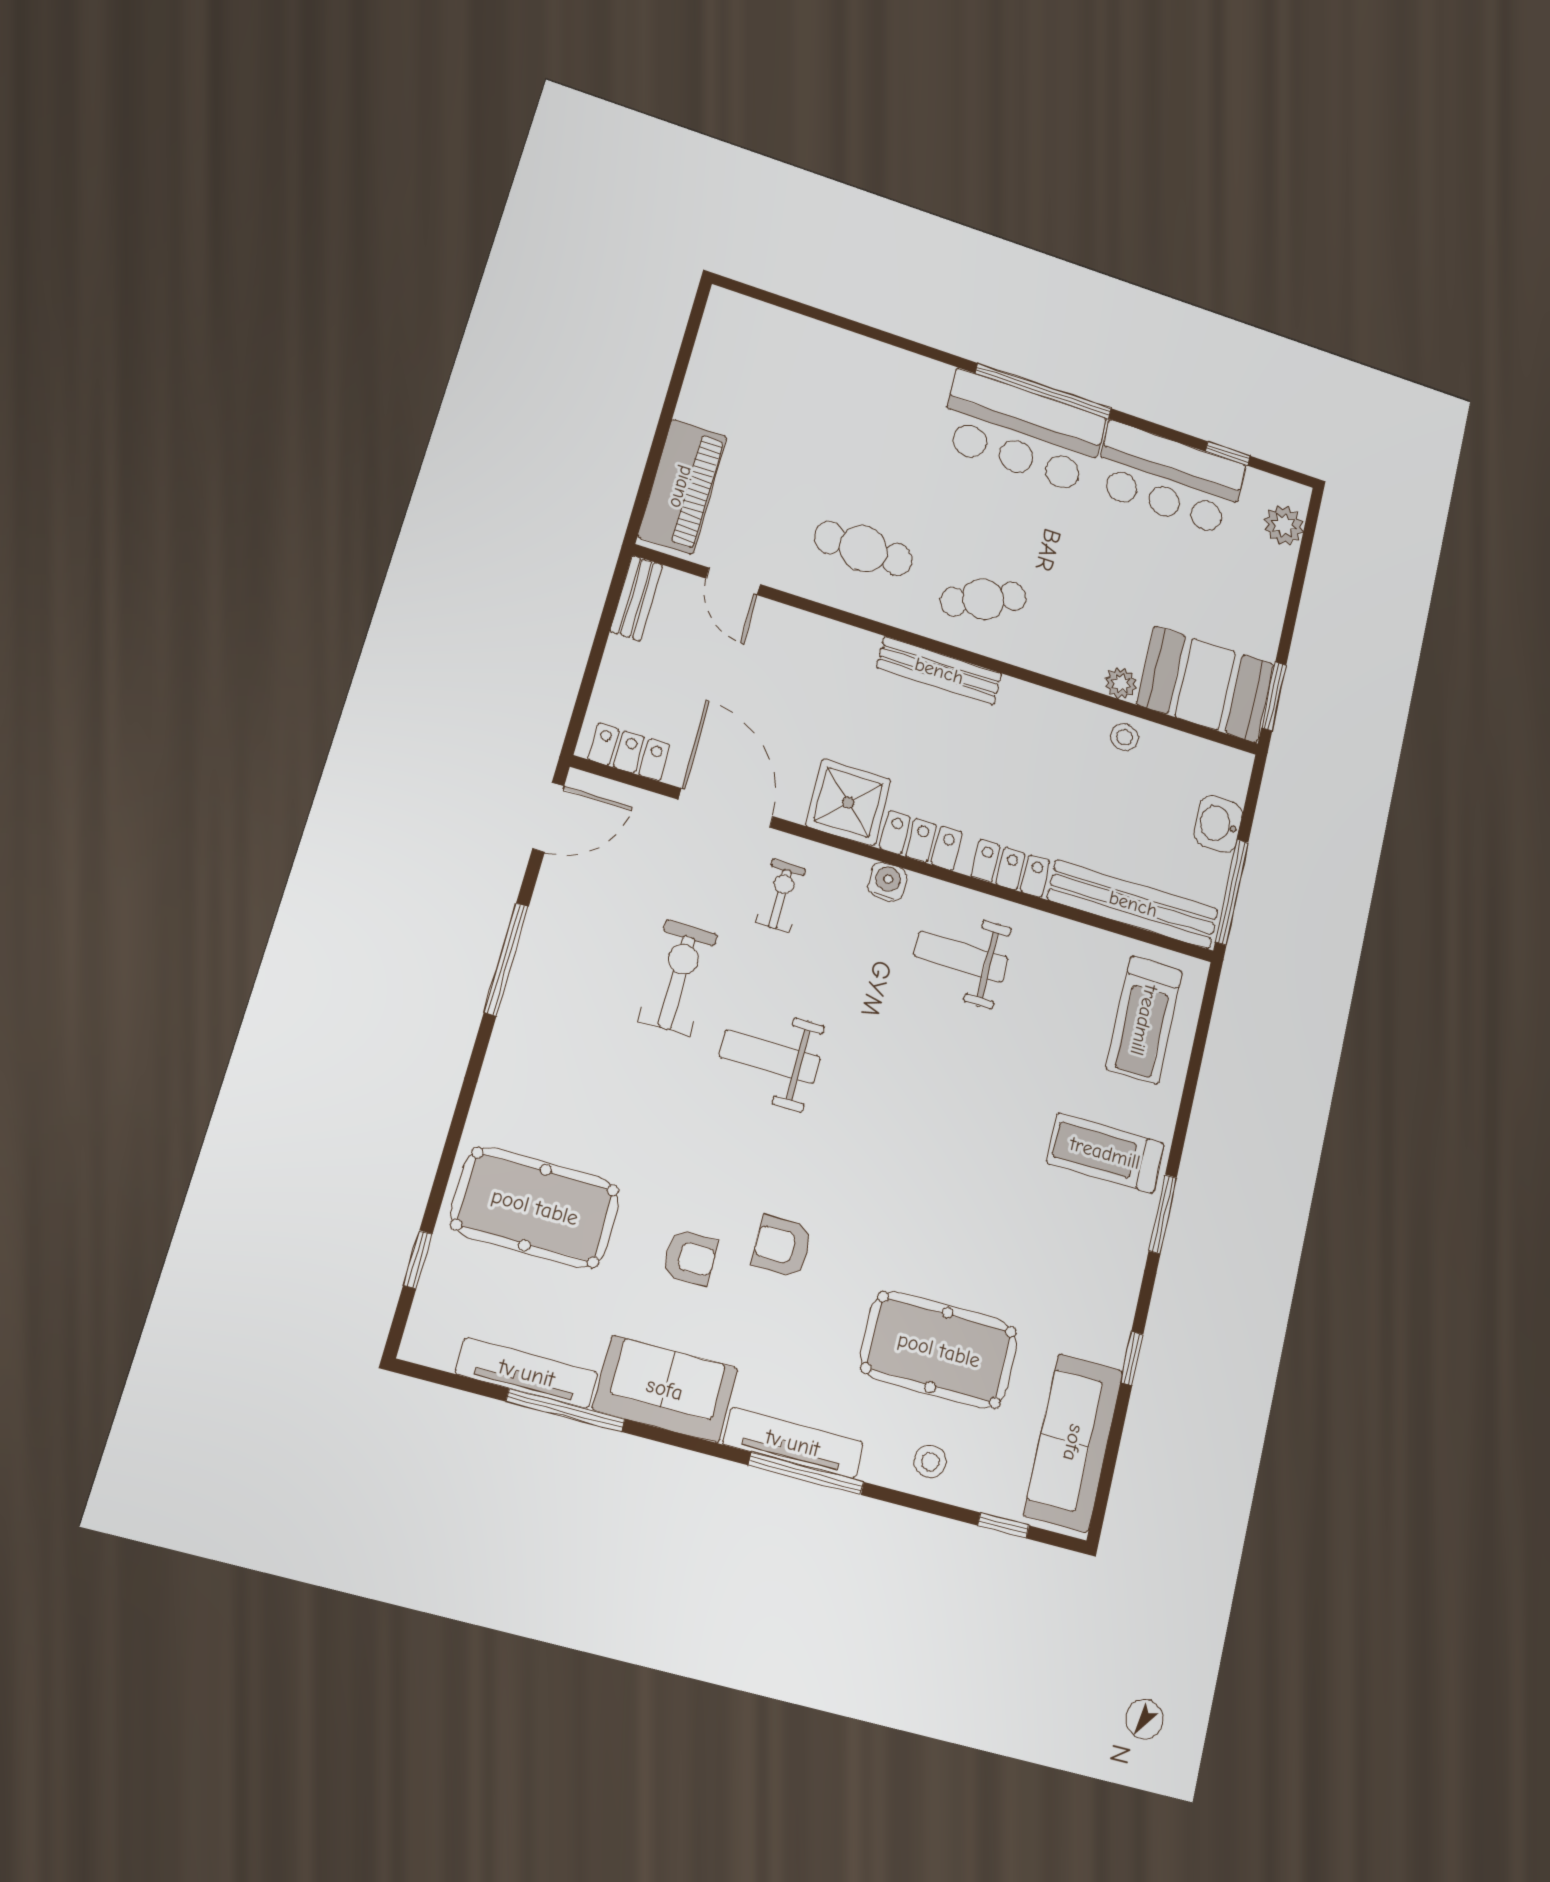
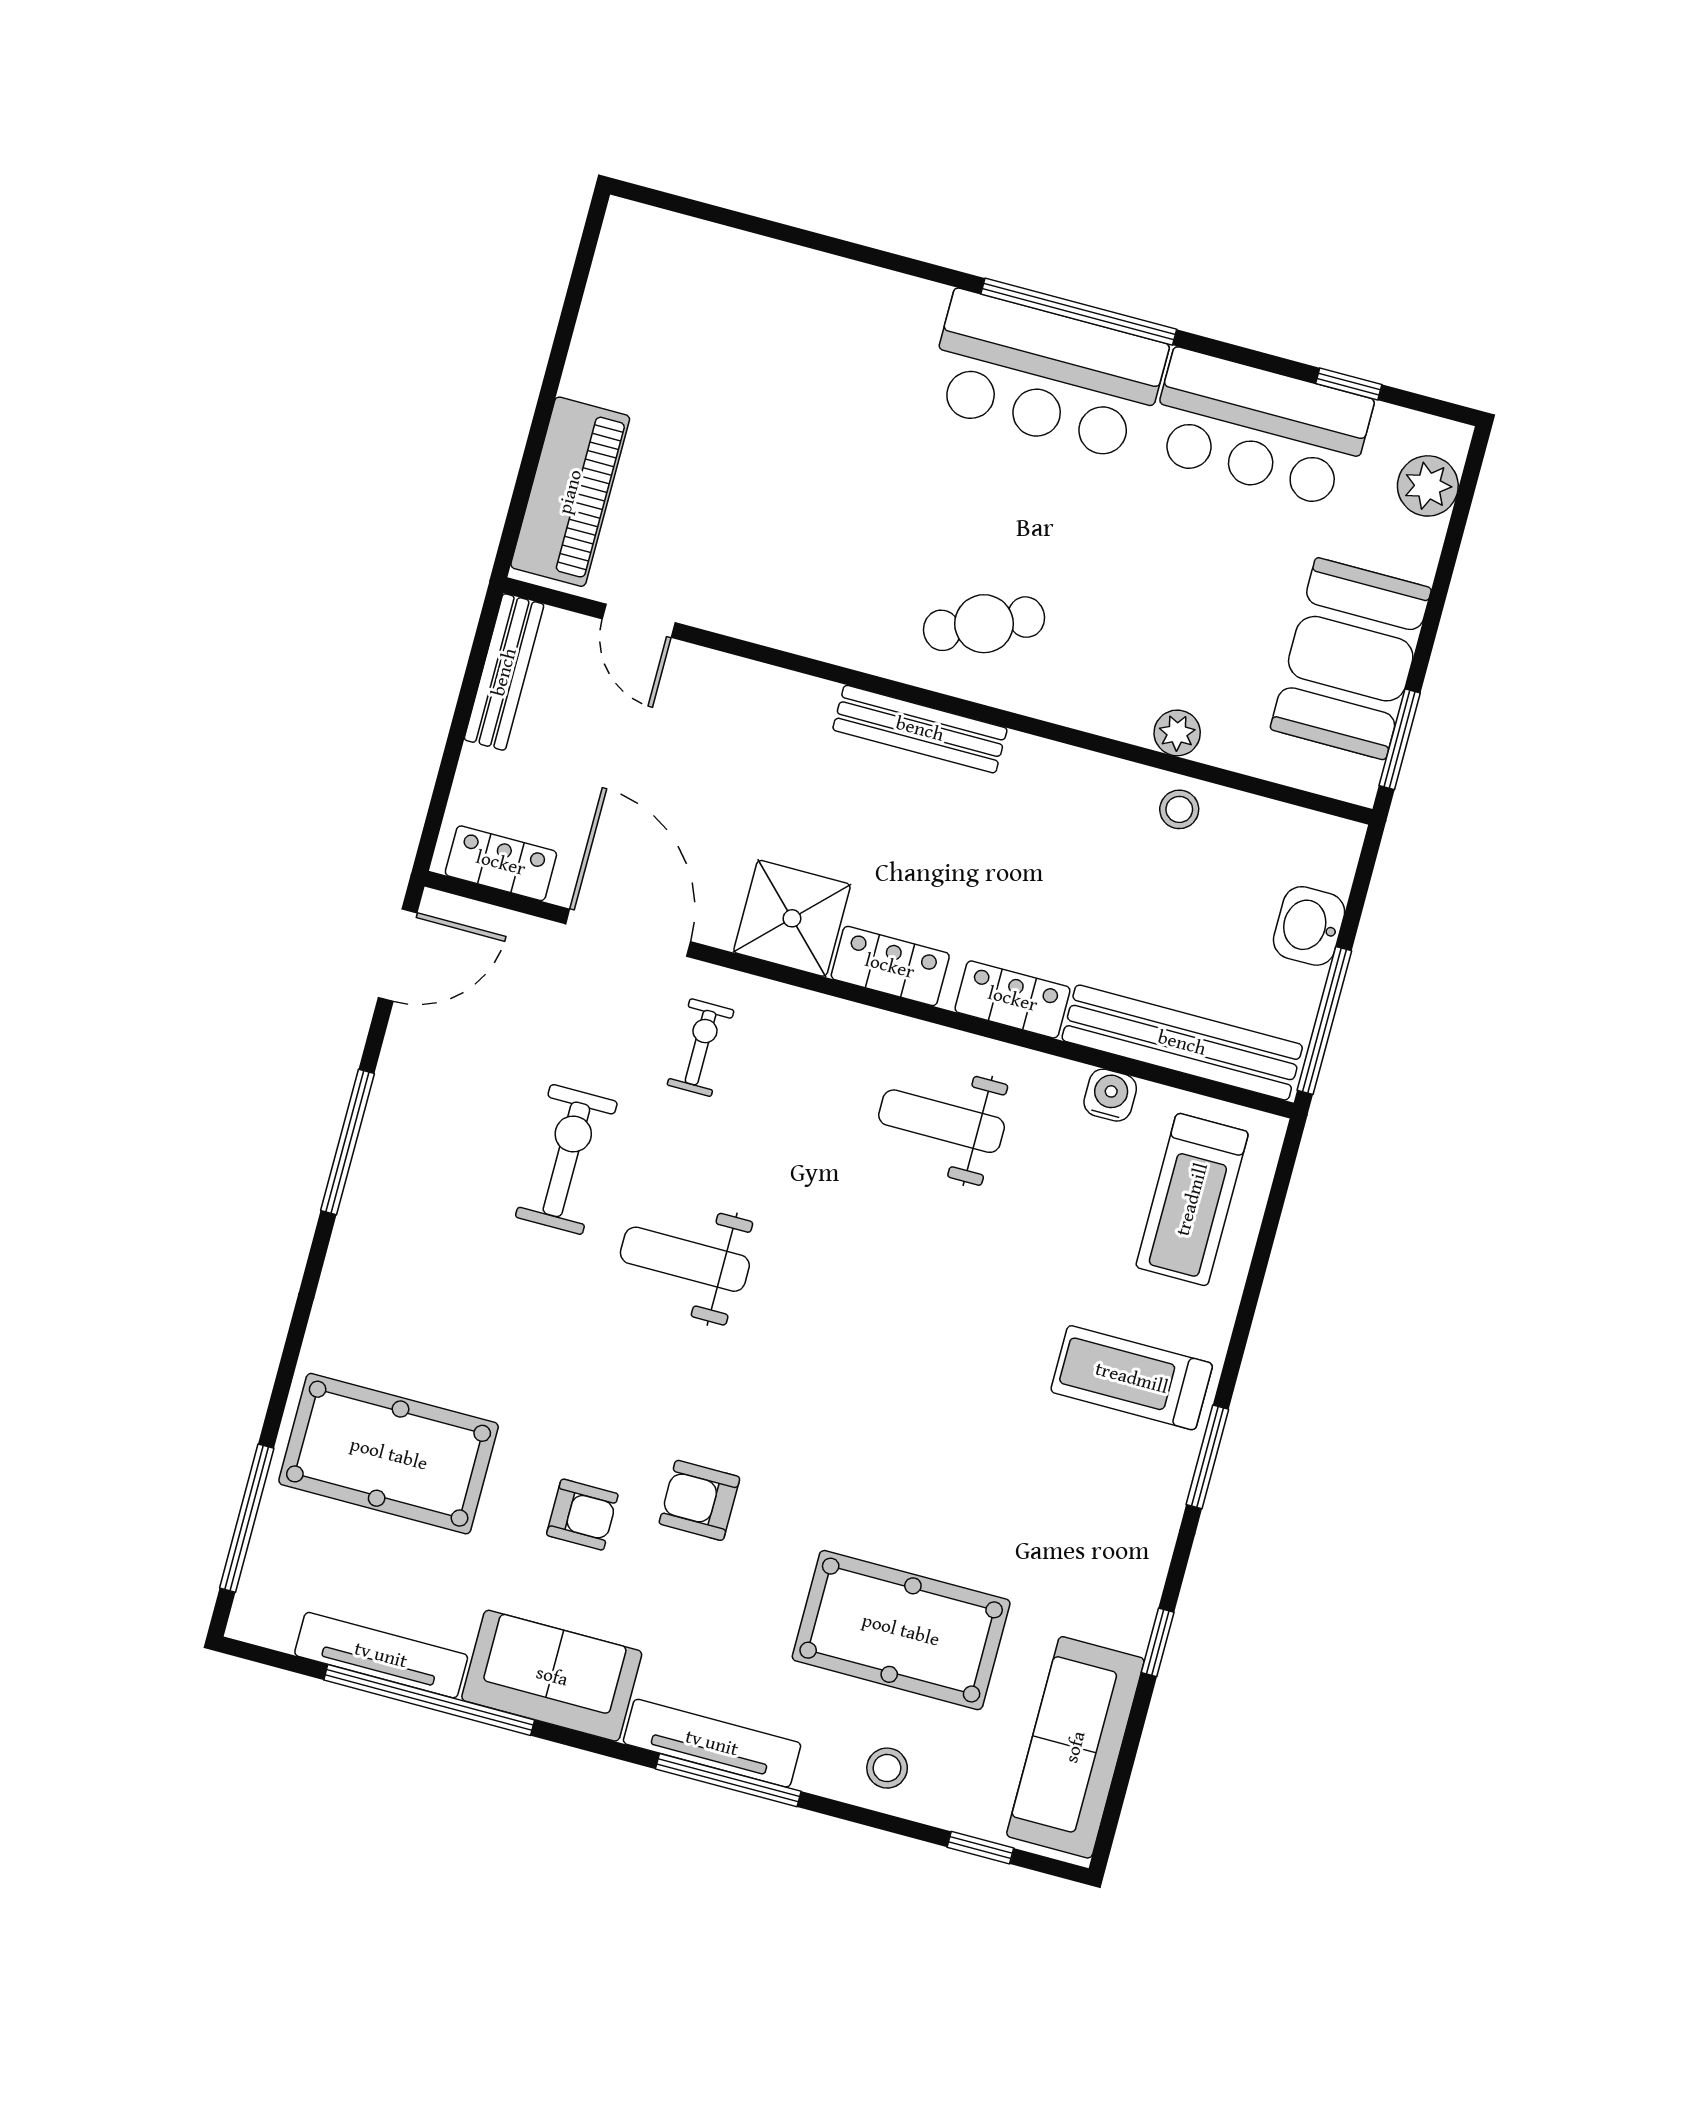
cafe table: (863, 549) -> (817, 562), removed
bench: (636, 598) -> (504, 672), width x1.36
booth: (1205, 684) -> (1351, 659), moved, turned 90
water cooler: (887, 882) -> (1110, 1095), moved
window: (418, 1260) -> (247, 1518), width x2.17
window: (566, 1410) -> (429, 1700), width x1.46

